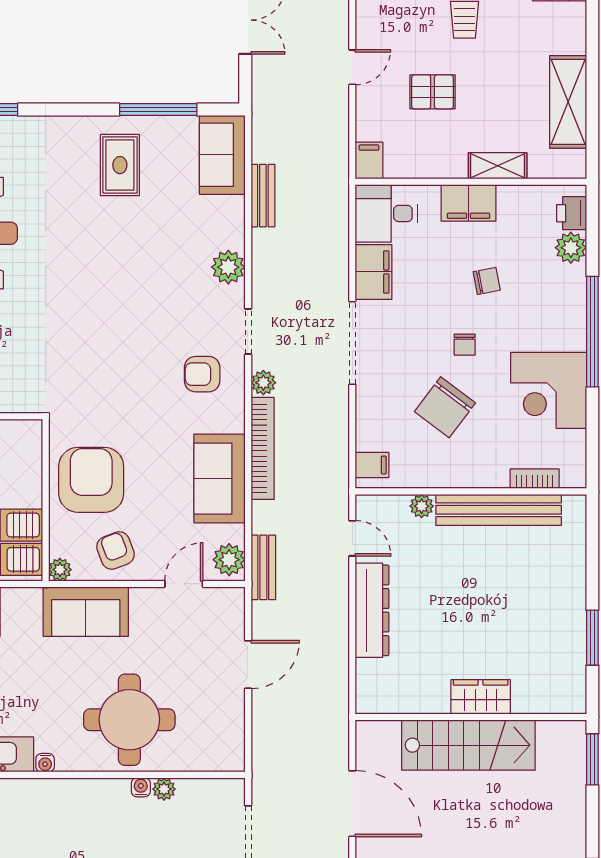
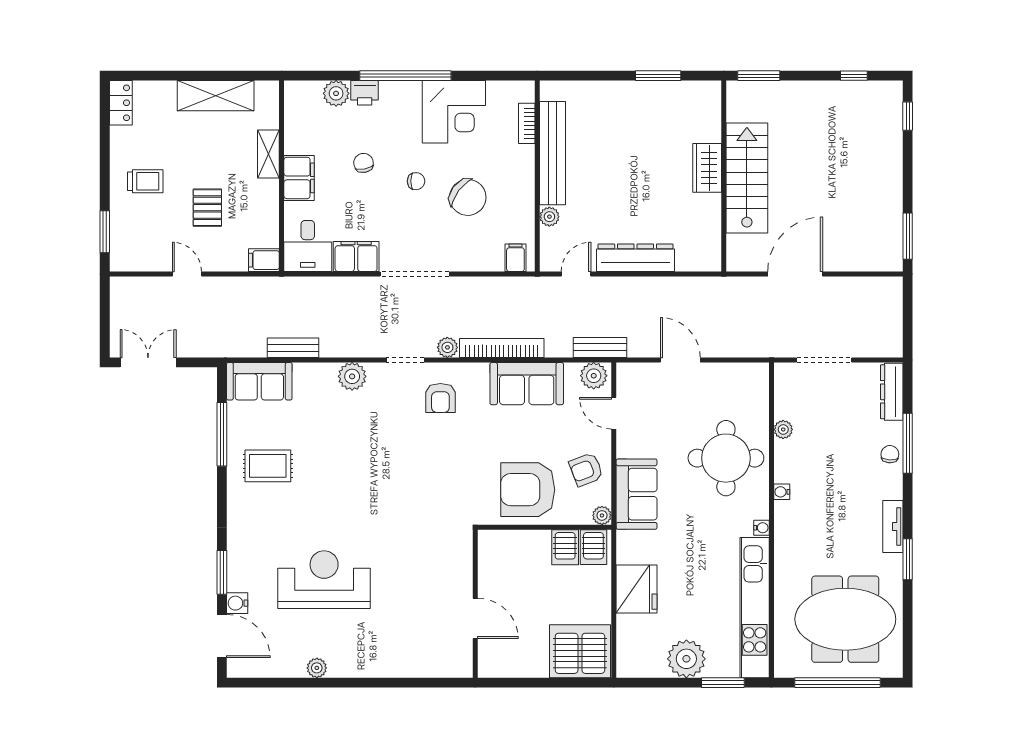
printer: (572, 213) -> (365, 93), moved
water cooler: (141, 787) -> (782, 492), moved

